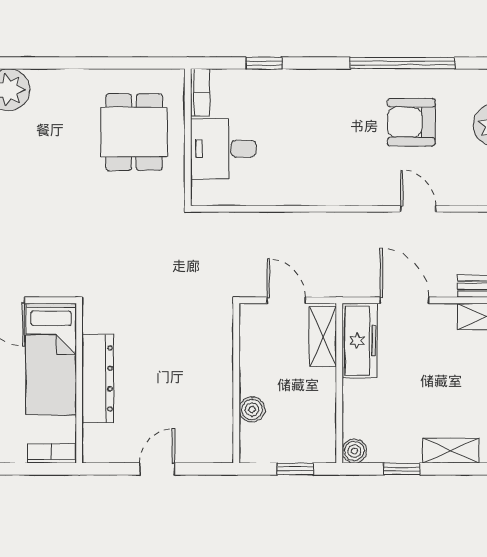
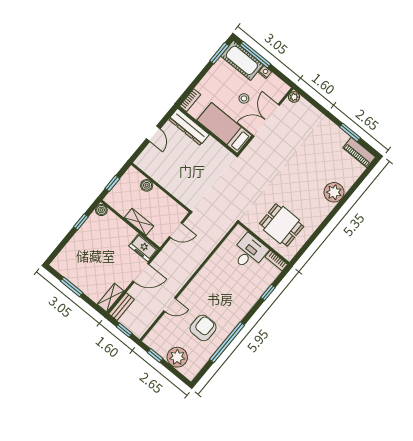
shelving: (323, 337) -> (139, 222), moved
freezer: (360, 341) -> (143, 248), width x0.71
dresser: (98, 379) -> (189, 127), moved
shelving: (451, 451) -> (73, 245), removed

